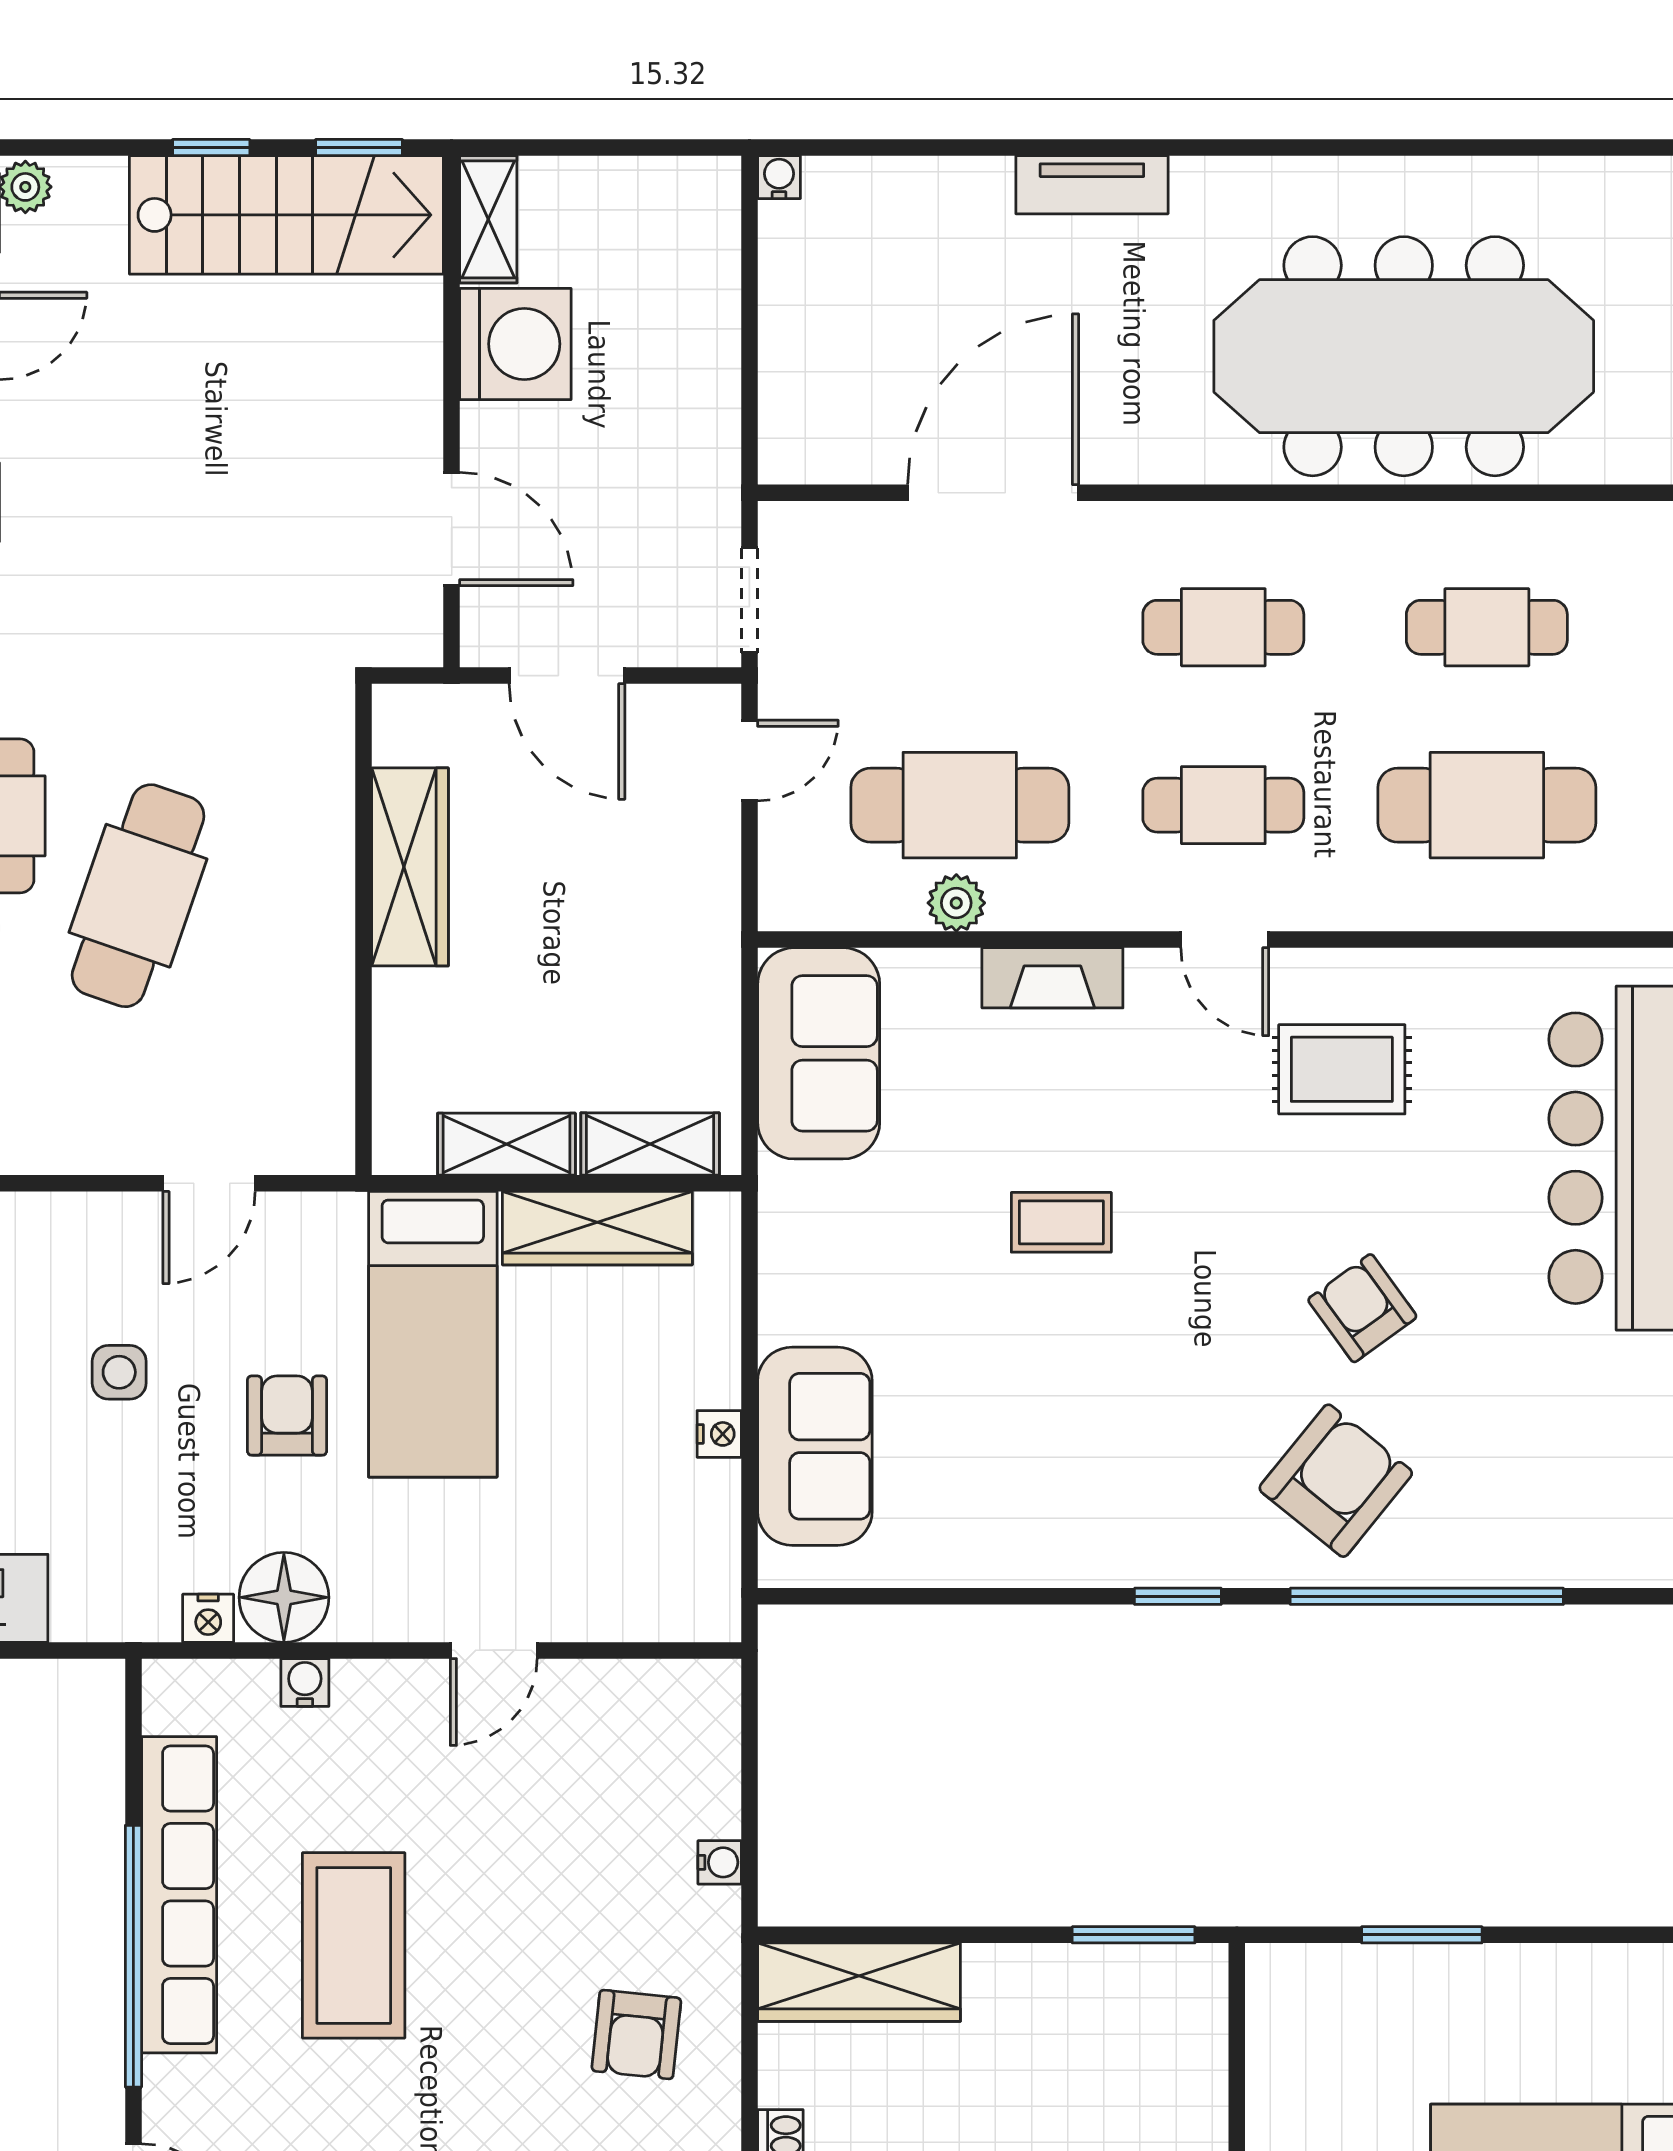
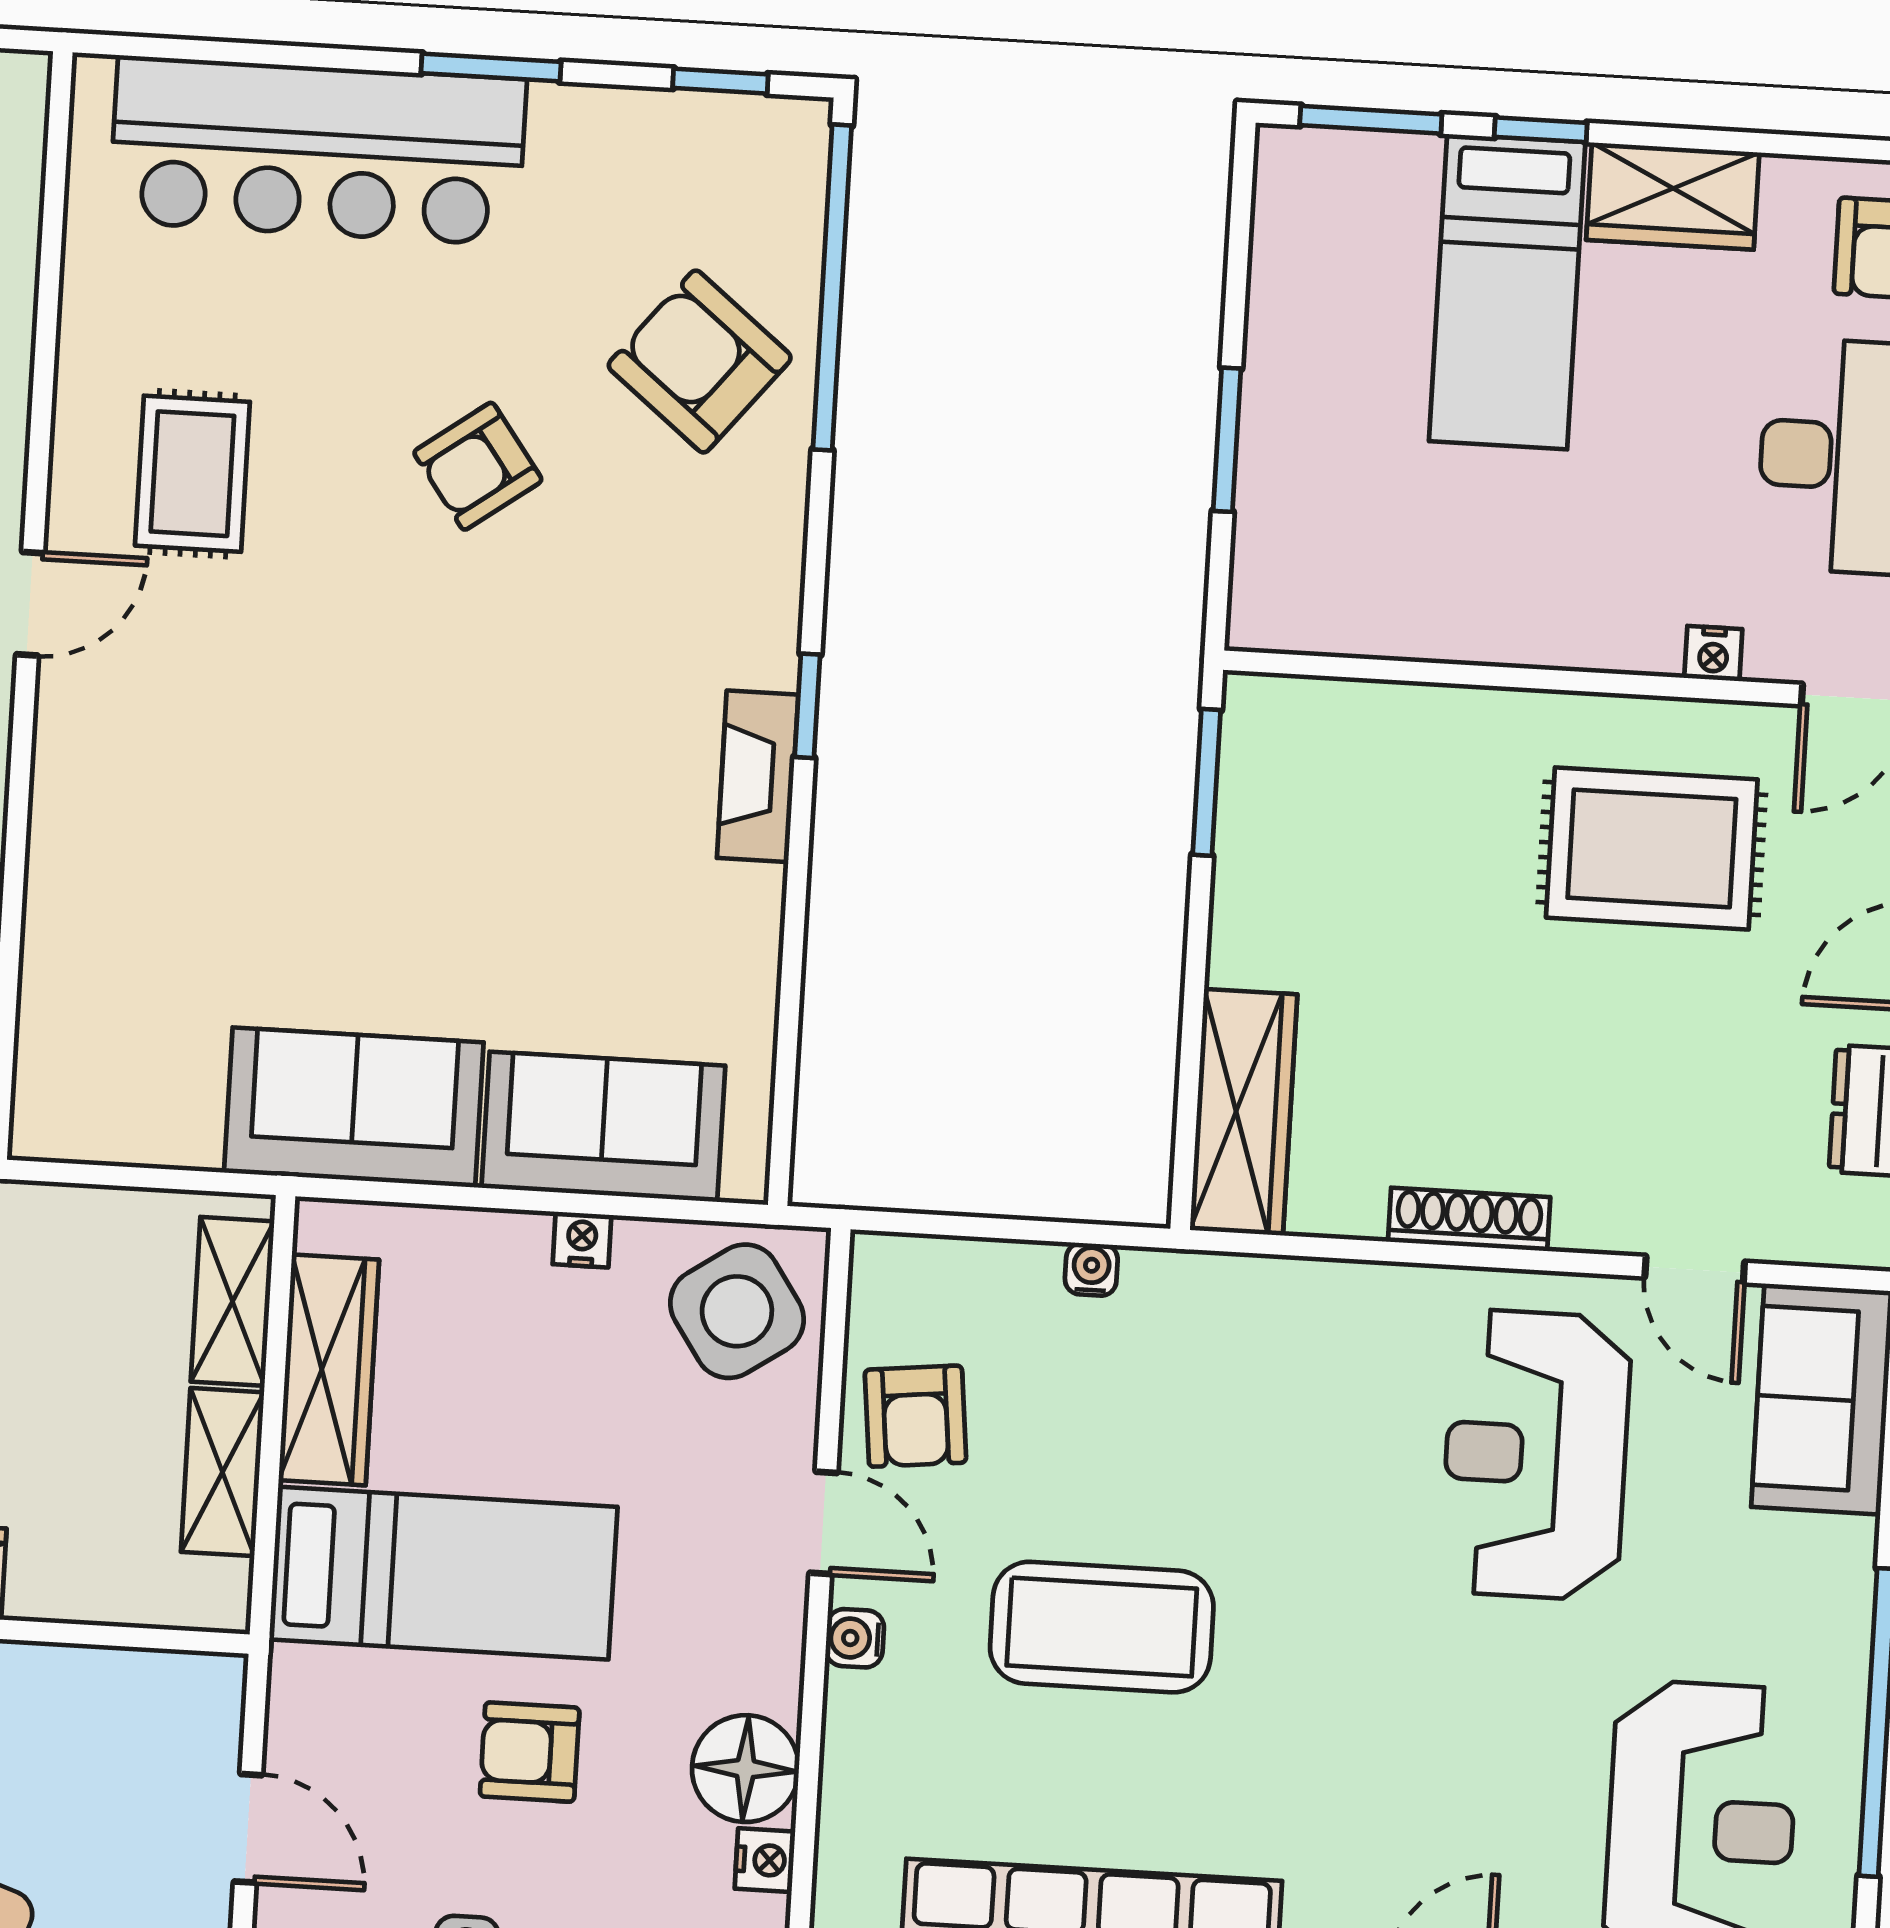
fireplace: (1052, 978) -> (758, 776), moved, turned 180
sofa: (819, 1053) -> (354, 1107), moved
coffee table: (1061, 1222) -> (355, 818), removed
armchair: (1336, 1481) -> (700, 362), moved
side table: (667, 1567) -> (737, 1311), added
window: (1427, 1596) -> (832, 287), moved
water cooler: (305, 1682) -> (855, 1638), moved
coffee table: (354, 1945) -> (1102, 1627), moved
armchair: (636, 2034) -> (915, 1416), moved, turned 78

